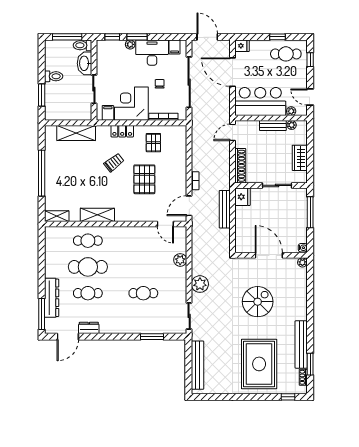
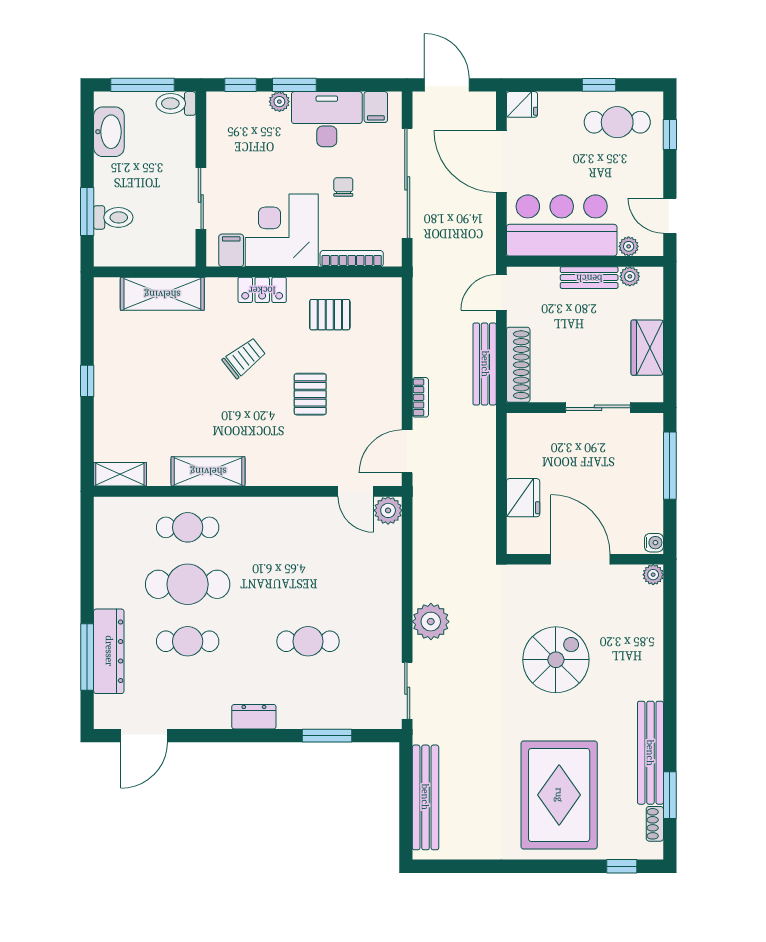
washbasin: (85, 63) -> (109, 132), moved, turned 180
toilet: (54, 76) -> (113, 217), moved
pallet: (153, 143) -> (330, 315), turned 90
window: (42, 173) -> (87, 381), width x0.32
pallet: (144, 179) -> (310, 394), width x0.67, depth x0.71
fridge: (242, 197) -> (523, 498), moved
bench: (225, 209) -> (485, 364), moved
plant: (180, 260) -> (388, 510), moved
window: (42, 314) -> (87, 657), moved
dresser: (89, 328) -> (254, 717), moved

